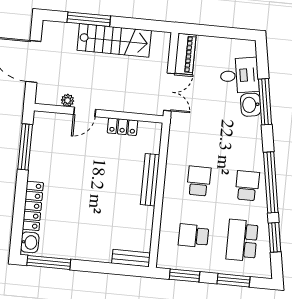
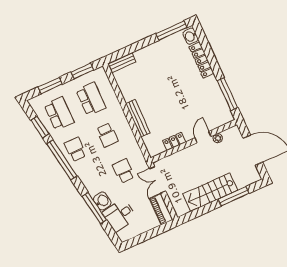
school desk: (204, 126) -> (123, 171), added
school desk: (247, 186) -> (75, 149), turned 180
school desk: (194, 236) -> (91, 99), width x1.85

